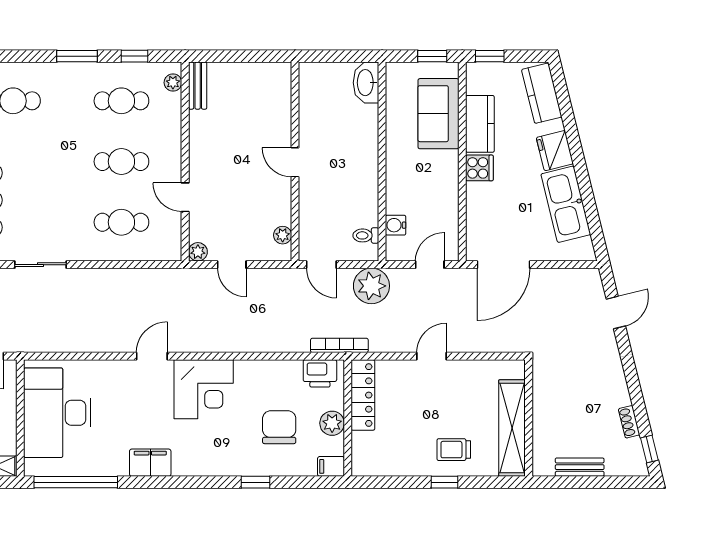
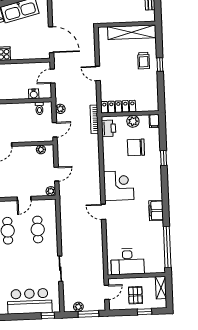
door: (430, 265) -> (53, 76), hinge flipped
plant: (371, 286) -> (60, 109), width x0.53, depth x0.53
desk: (57, 413) -> (127, 262), width x0.73, depth x0.77

